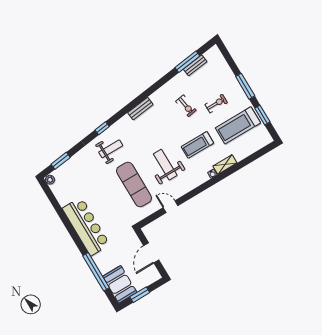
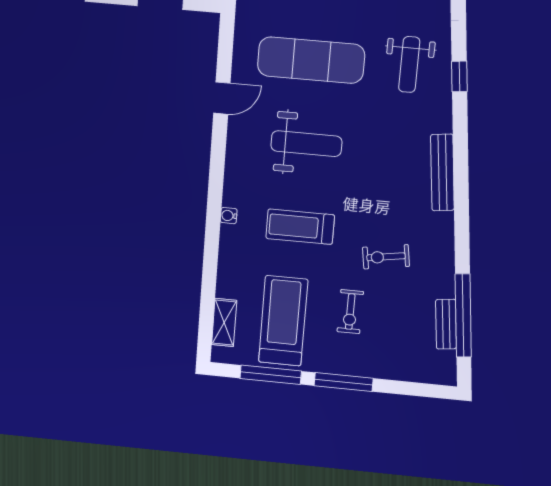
window: (187, 62) -> (463, 316), width x1.46
bench: (140, 109) -> (442, 173), width x1.36
window: (262, 115) -> (271, 375), width x1.44
treadmill: (197, 145) -> (300, 227), turned -90
shelving: (225, 164) -> (224, 323), moved

